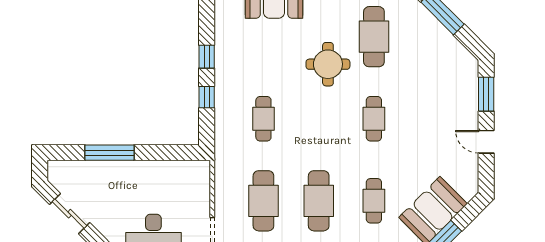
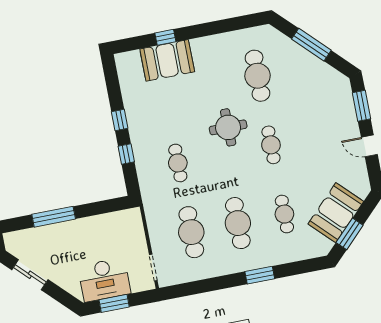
round table: (328, 64) -> (228, 127), moved

